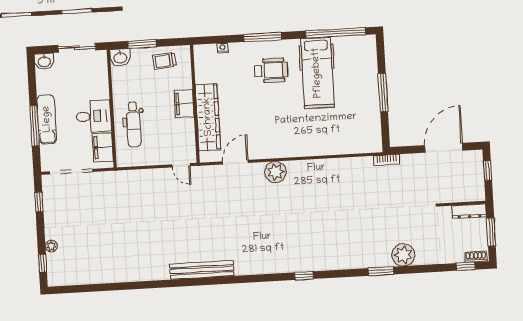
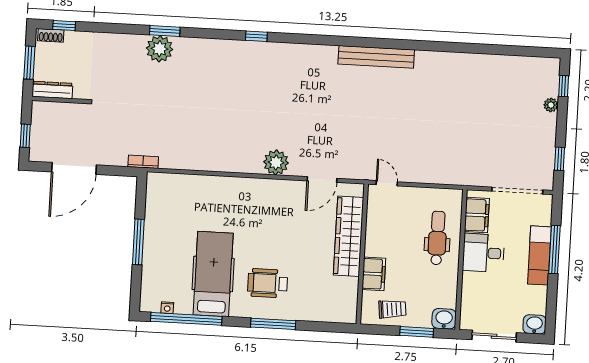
nightstand: (223, 48) -> (167, 308), moved
filing cabinet: (184, 104) -> (374, 274), moved
plant: (403, 255) -> (160, 49), moved

